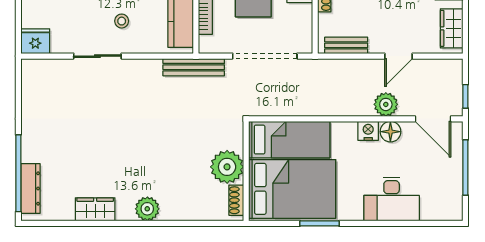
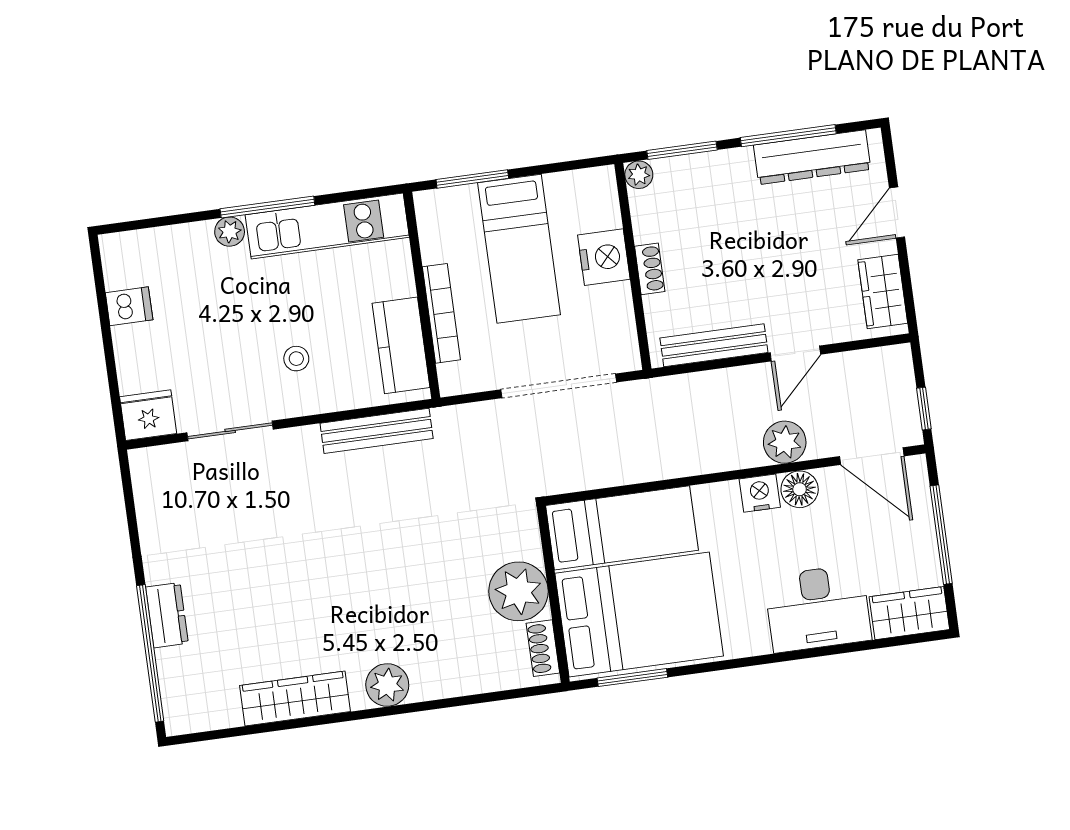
bench: (346, 45) -> (714, 345), width x1.36
sliding door: (97, 56) -> (230, 431), moved
bench: (194, 67) -> (377, 431), moved
dresser: (31, 188) -> (167, 615), moved, width x0.70
wardrobe: (95, 209) -> (295, 699), width x1.50
wardrobe: (442, 209) -> (909, 613), added
window: (320, 223) -> (632, 678), moved

